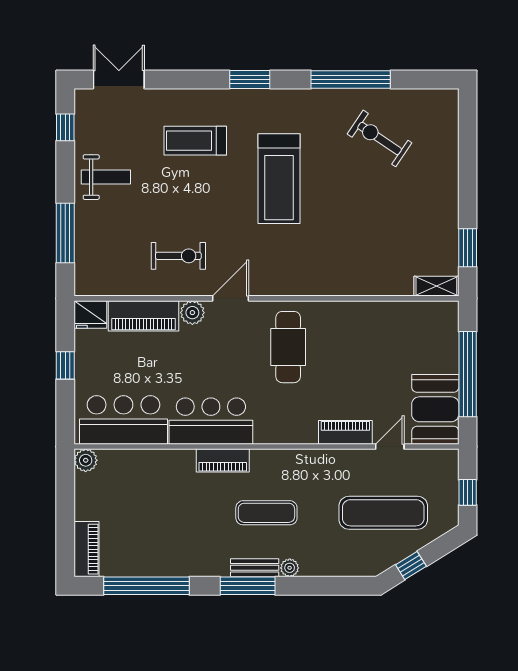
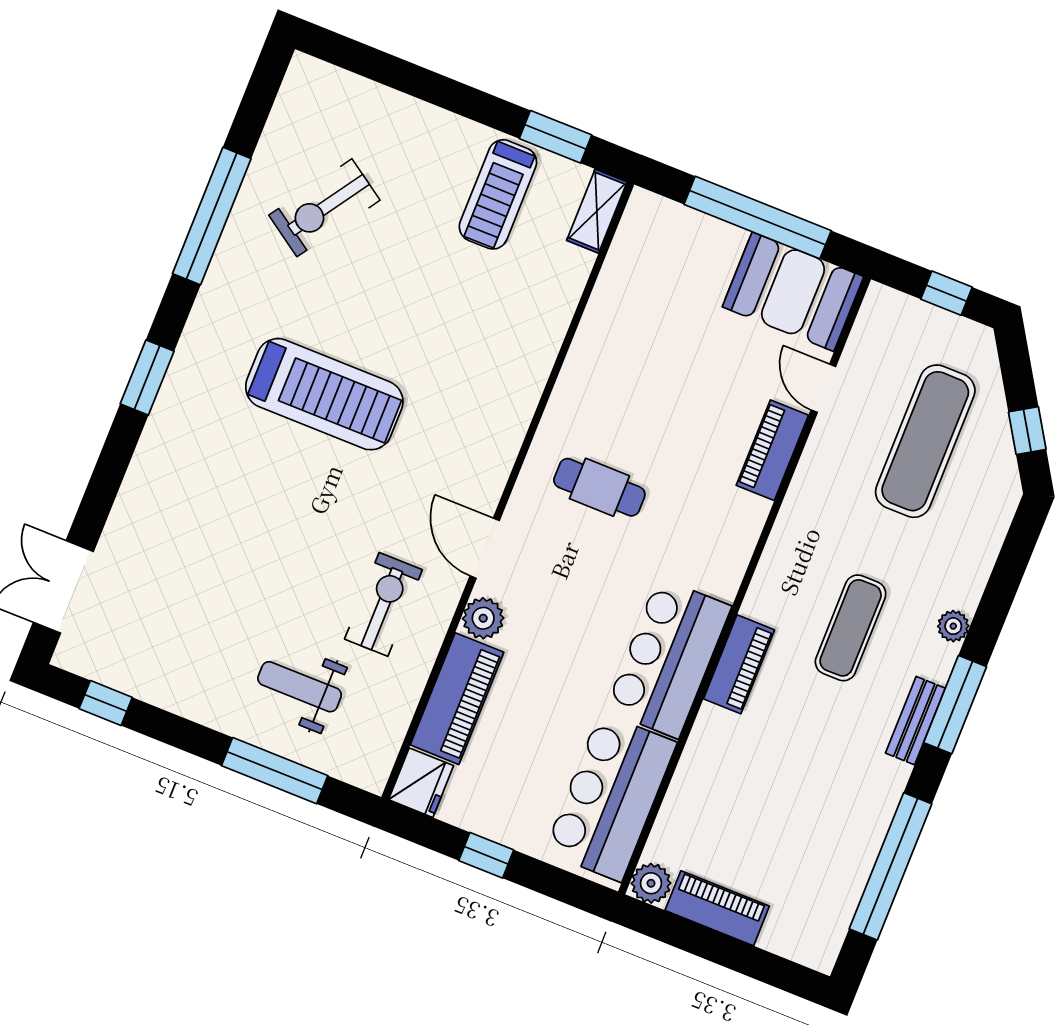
treadmill: (195, 141) -> (498, 194), moved
weight bench: (106, 177) -> (300, 687), moved, turned -90
cafe table: (288, 347) -> (599, 487), width x0.73, depth x0.74
piano: (87, 549) -> (717, 908), moved
bench: (255, 568) -> (915, 721), moved

